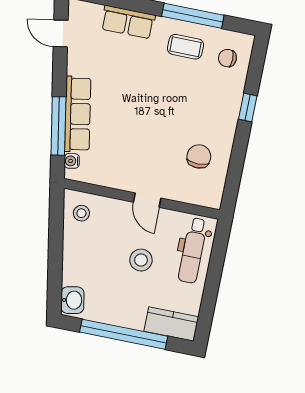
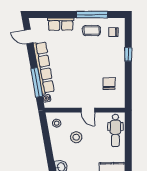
row of seats: (78, 114) -> (44, 68), width x1.36
stool: (141, 260) -> (76, 137), moved

